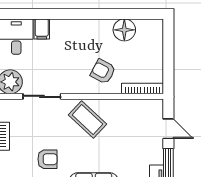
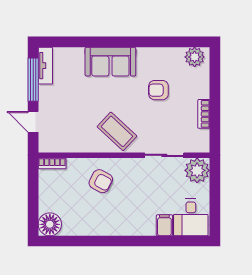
floor lamp: (124, 30) -> (50, 224), moved
bookcase: (143, 89) -> (52, 163), width x0.64

